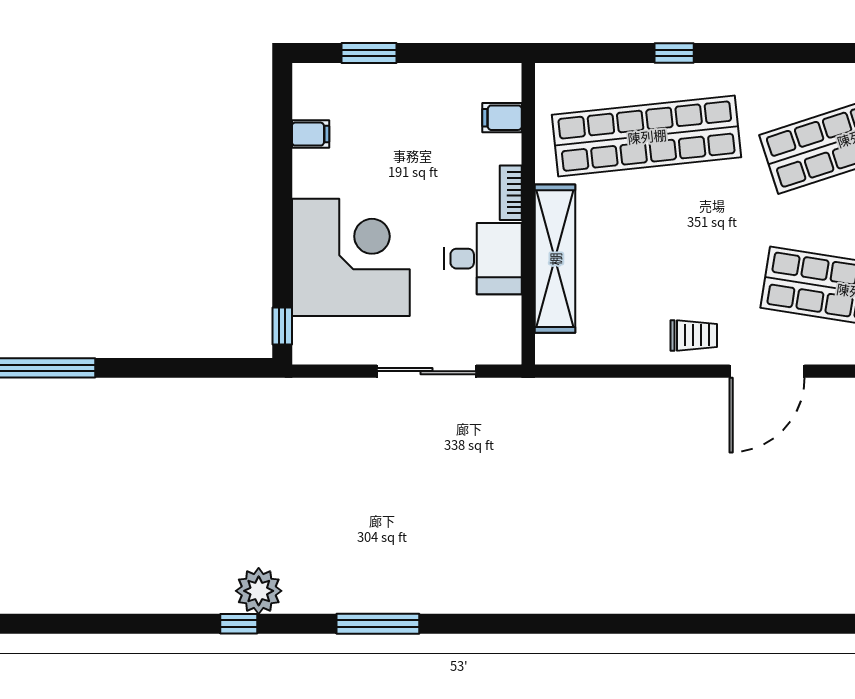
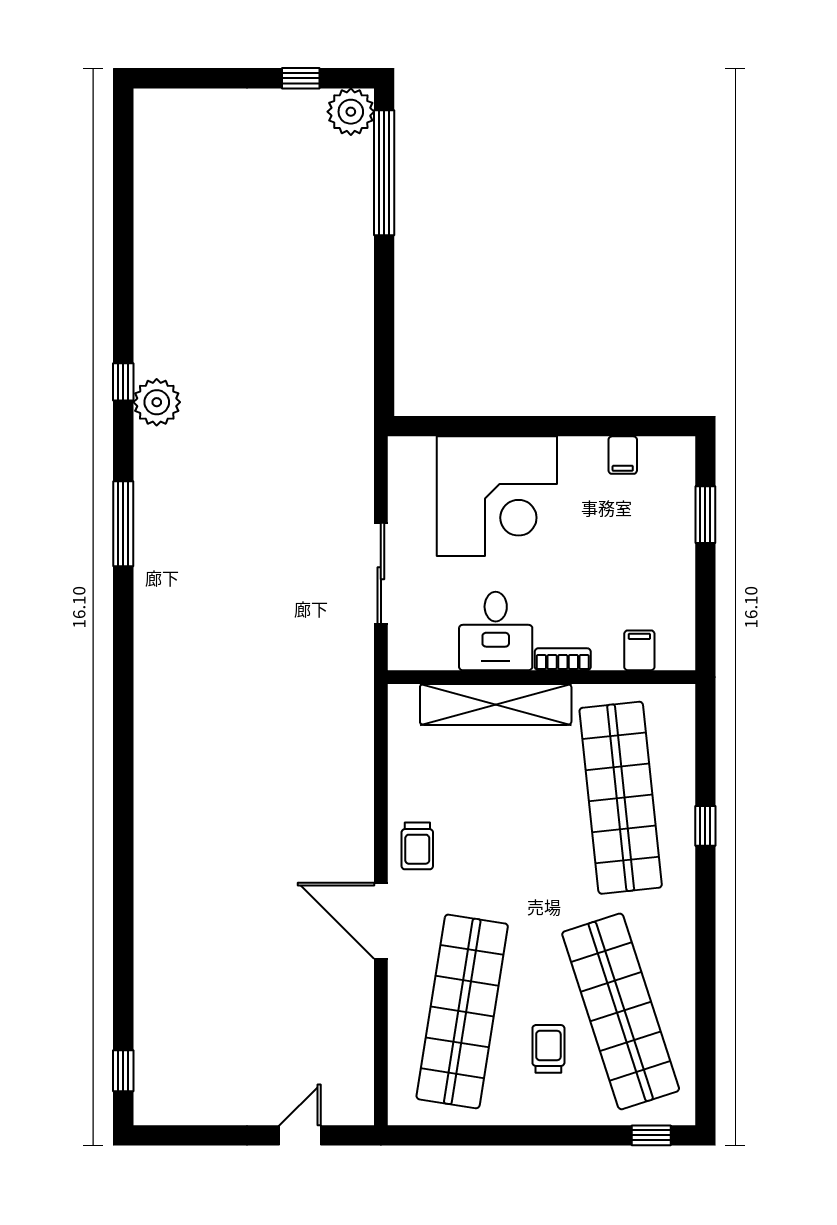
window: (282, 326) -> (427, 426), removed

